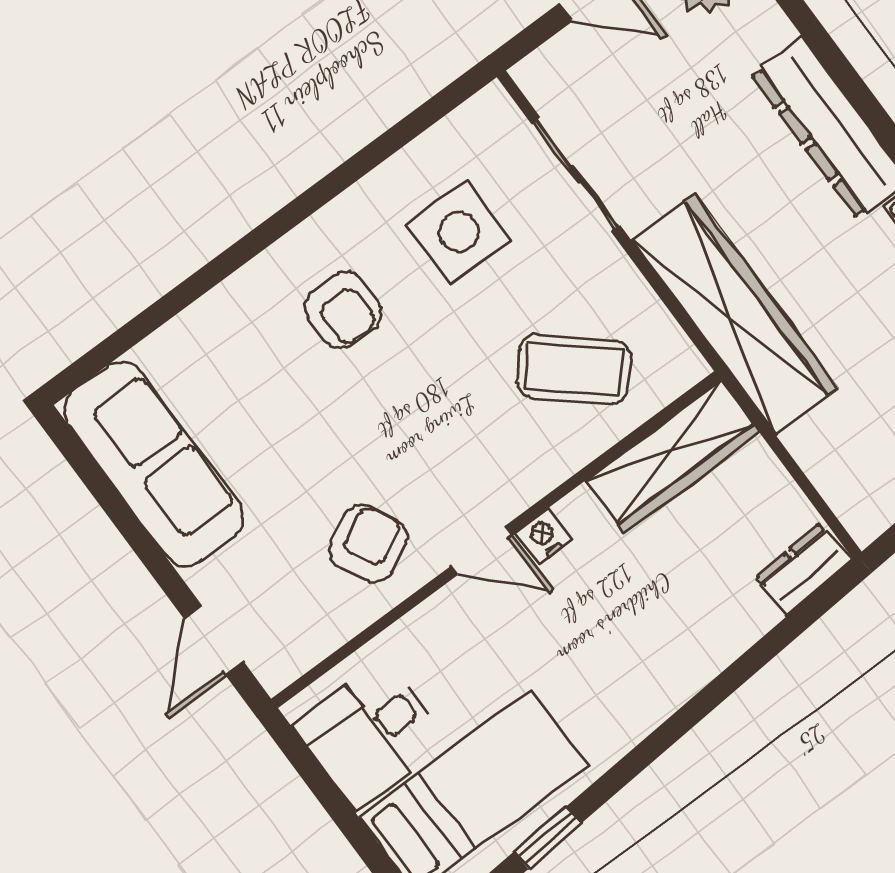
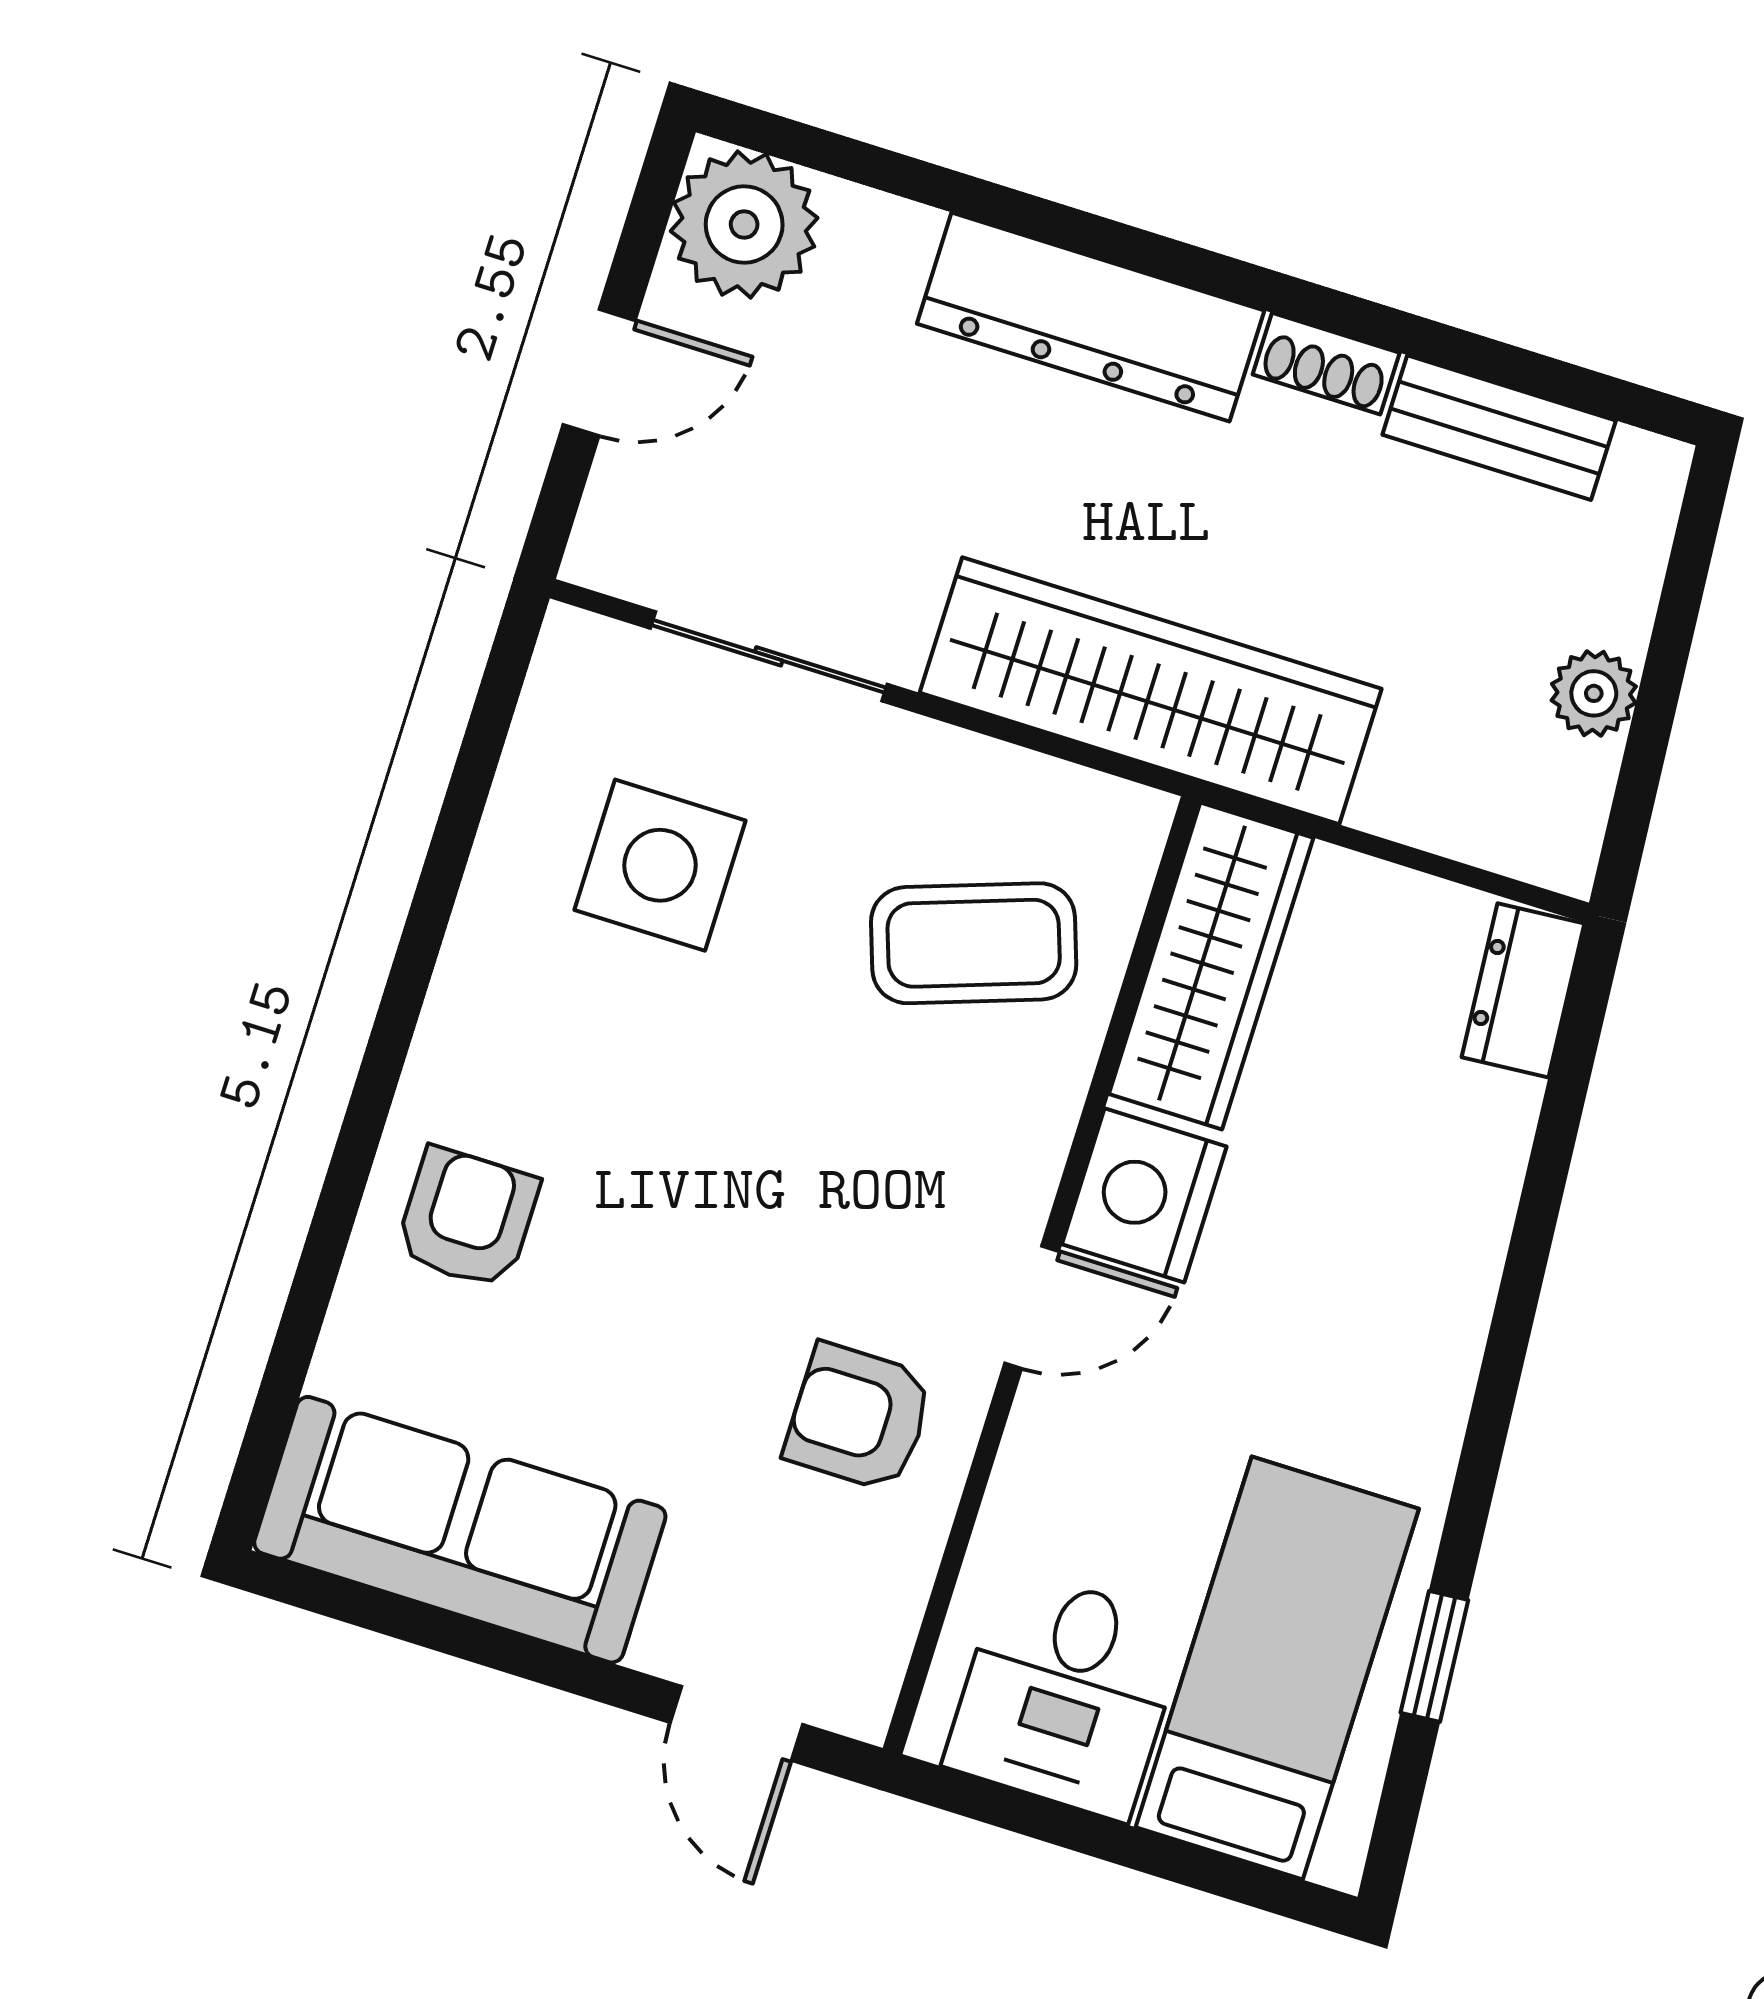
armchair: (343, 310) -> (467, 1218), moved, turned -90
coffee table: (574, 369) -> (974, 943), turned 30
nightstand: (544, 536) -> (1144, 1195), width x1.89, depth x1.79
armchair: (368, 544) -> (859, 1417), turned -63

